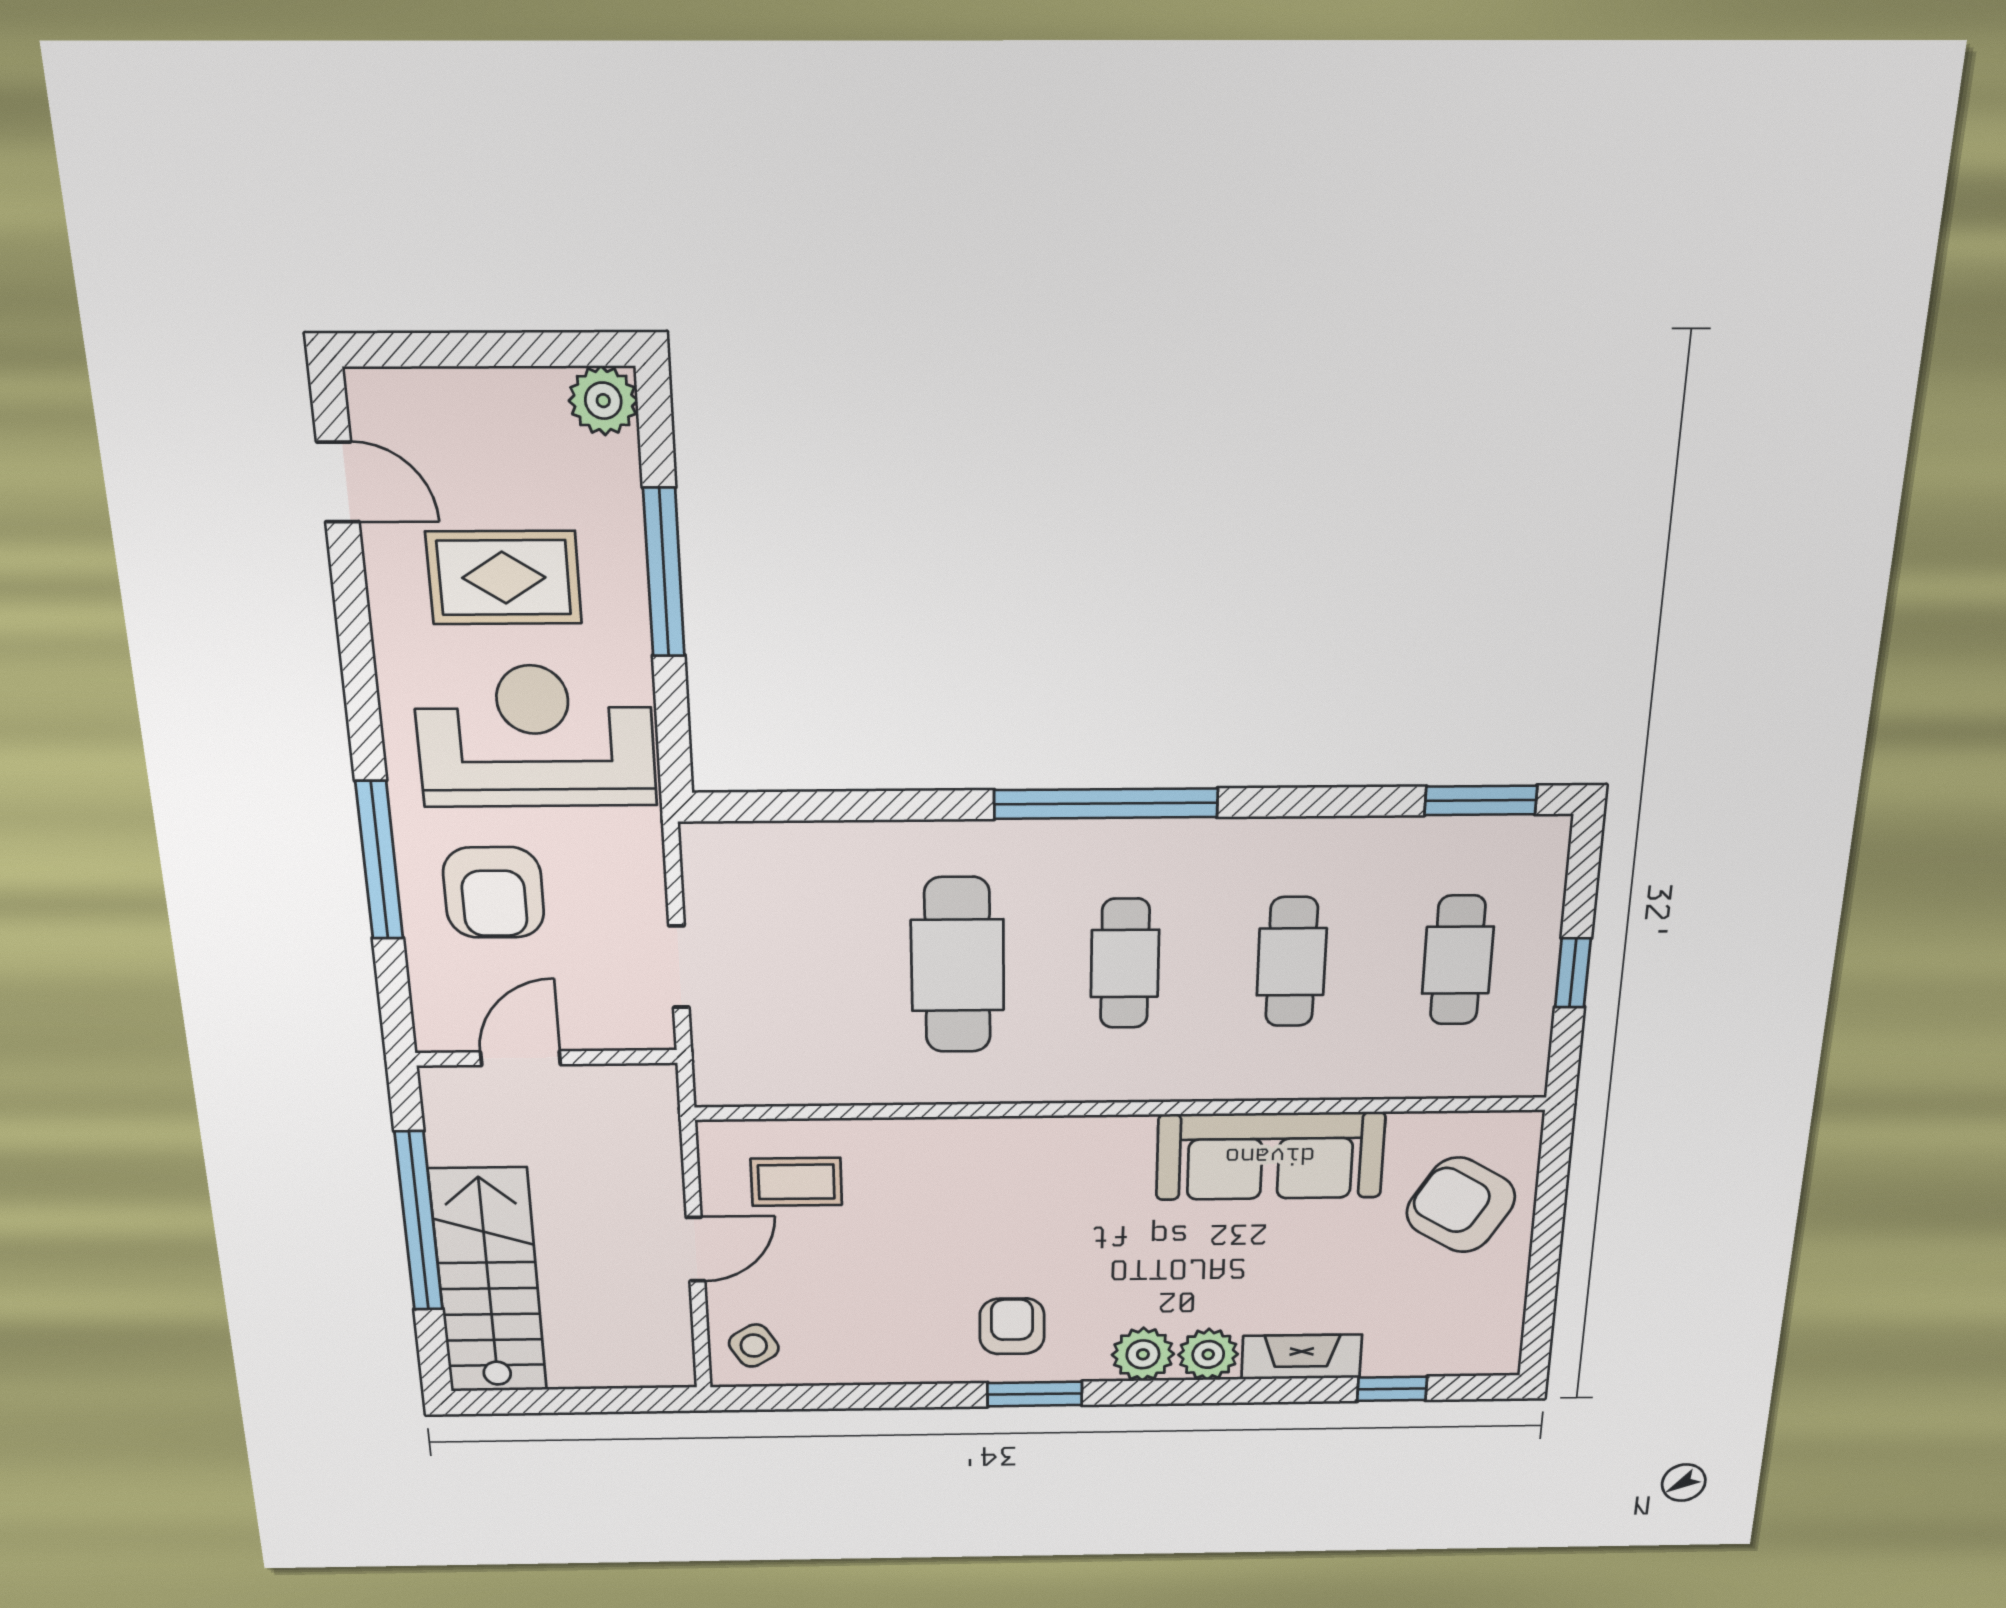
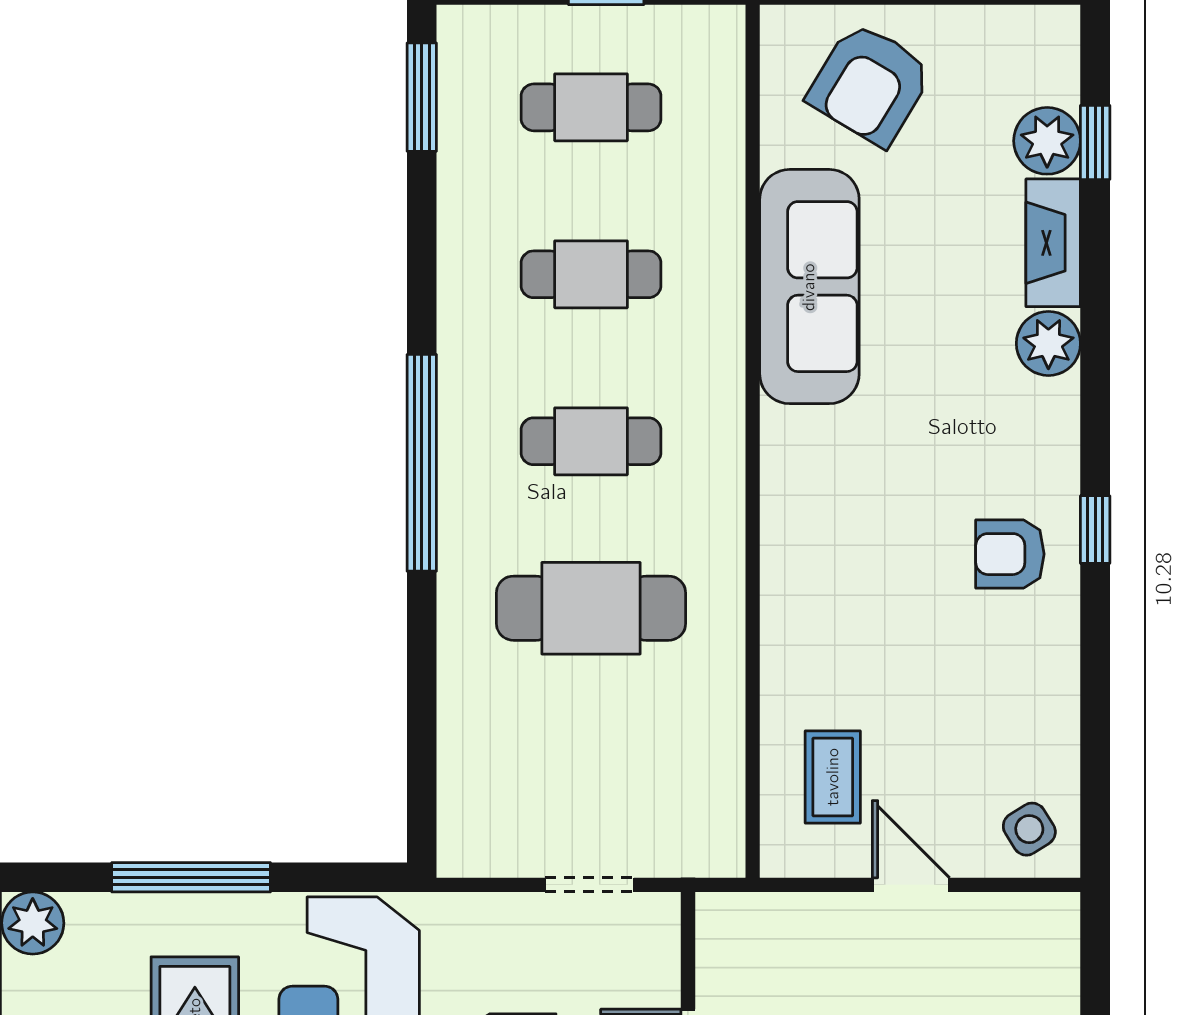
plant: (1143, 1354) -> (1047, 141), moved
window: (1035, 1394) -> (1095, 530), width x0.67

